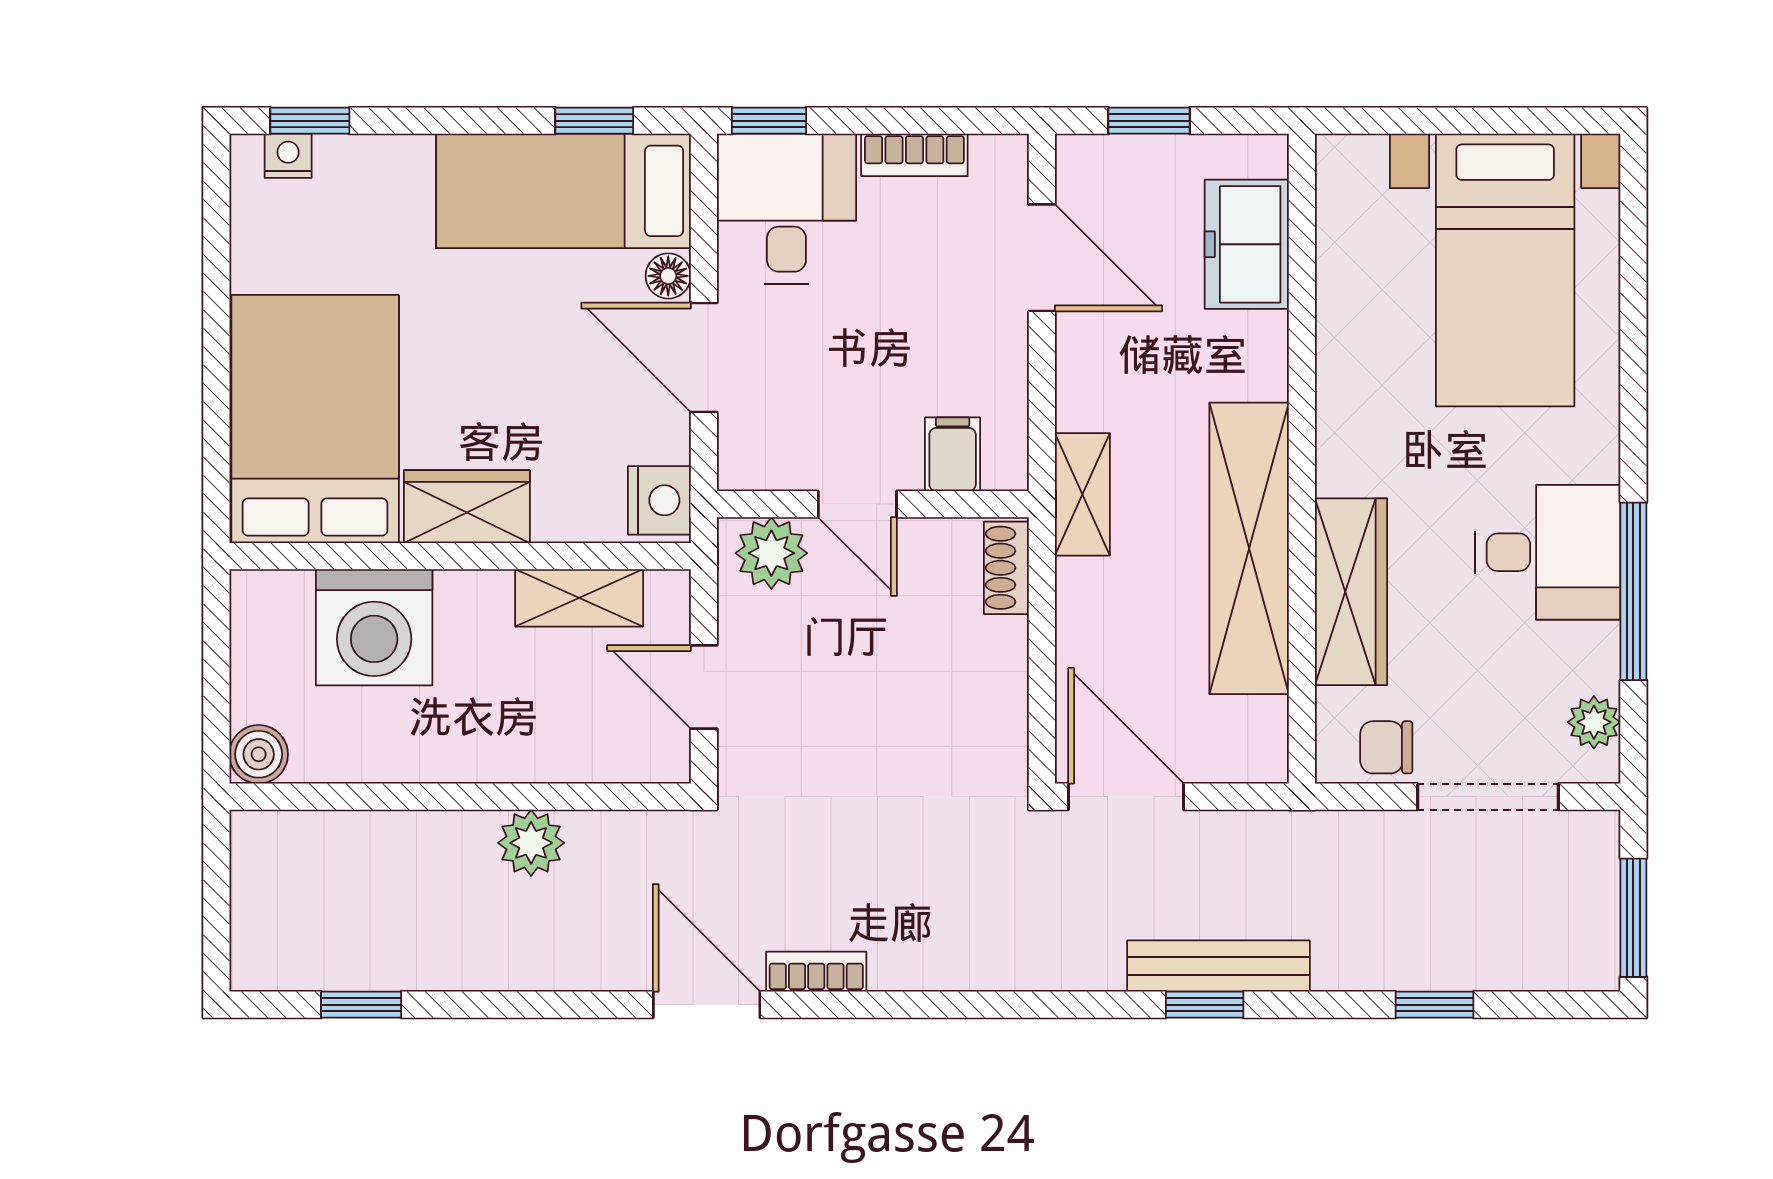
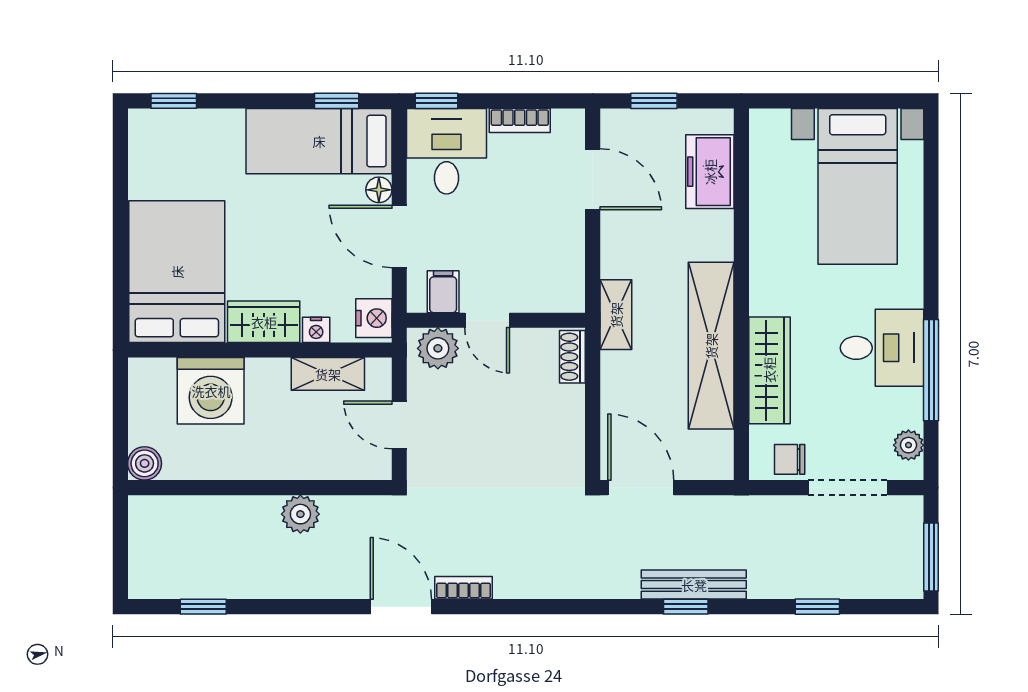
nightstand: (288, 156) -> (316, 330), moved, turned 180
filing cabinet: (953, 454) -> (443, 292), moved

